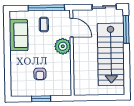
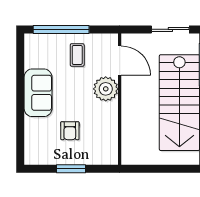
window: (46, 8) -> (61, 29), moved
sofa: (19, 35) -> (38, 93), moved

